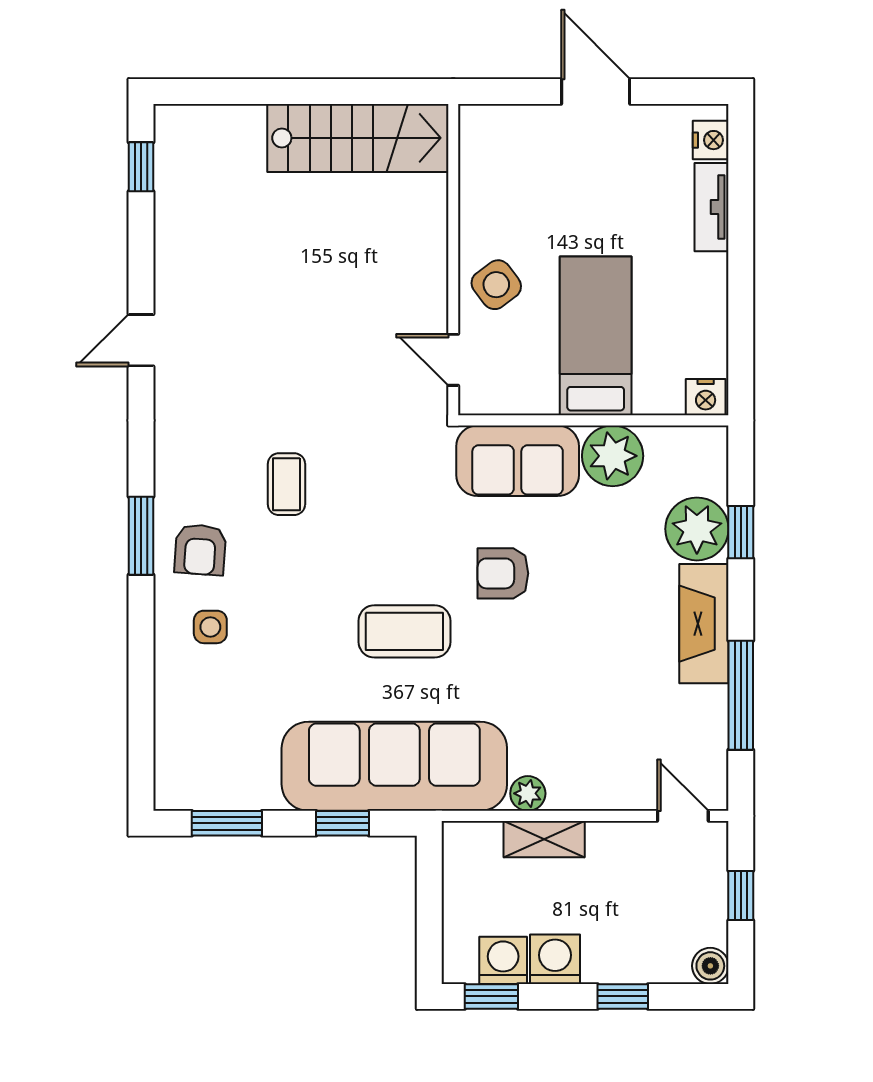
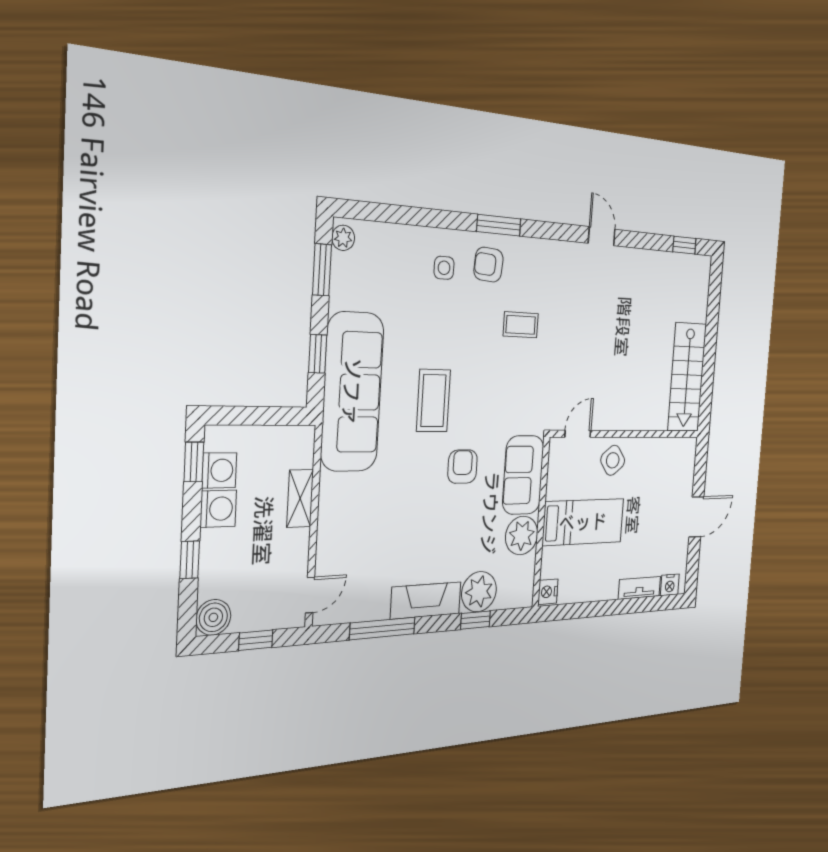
plant: (528, 793) -> (343, 238), moved
boiler: (710, 966) -> (213, 617), width x1.36, depth x1.36

